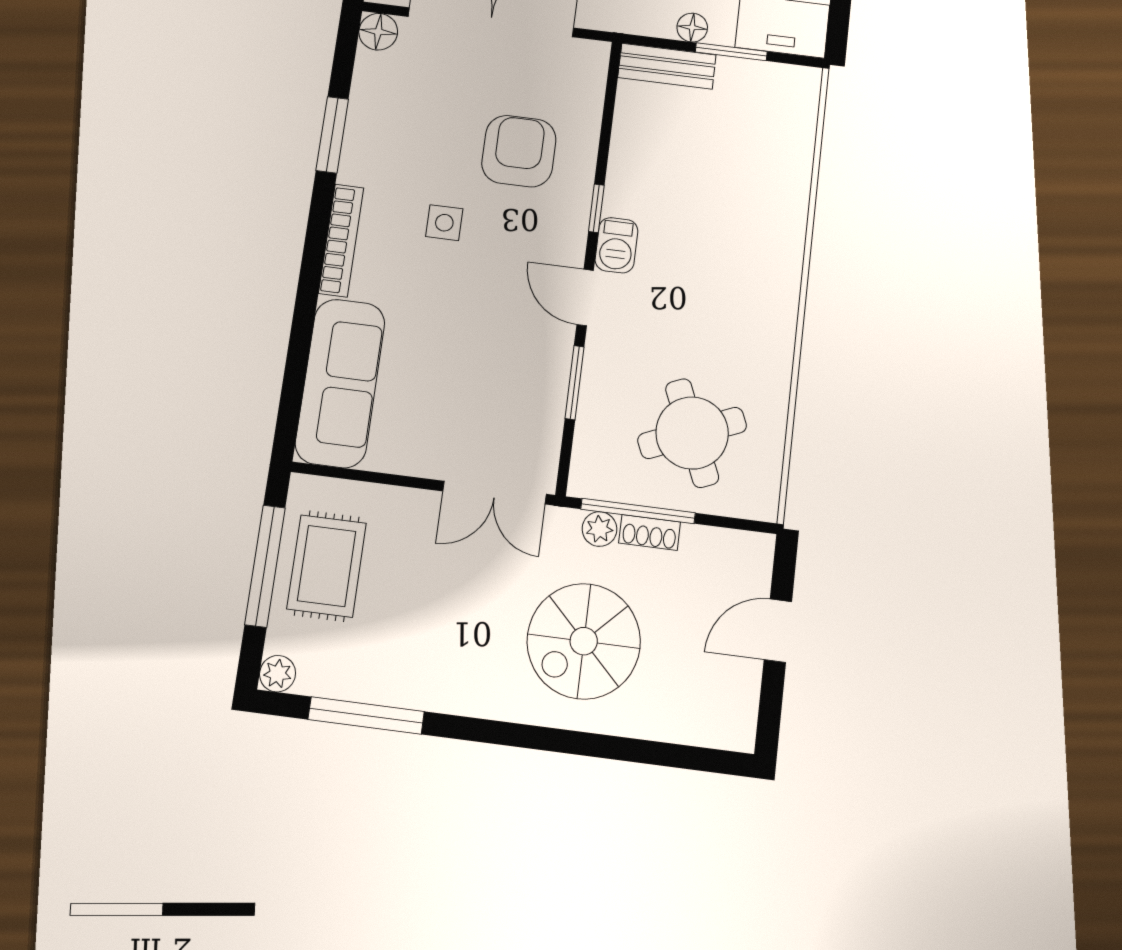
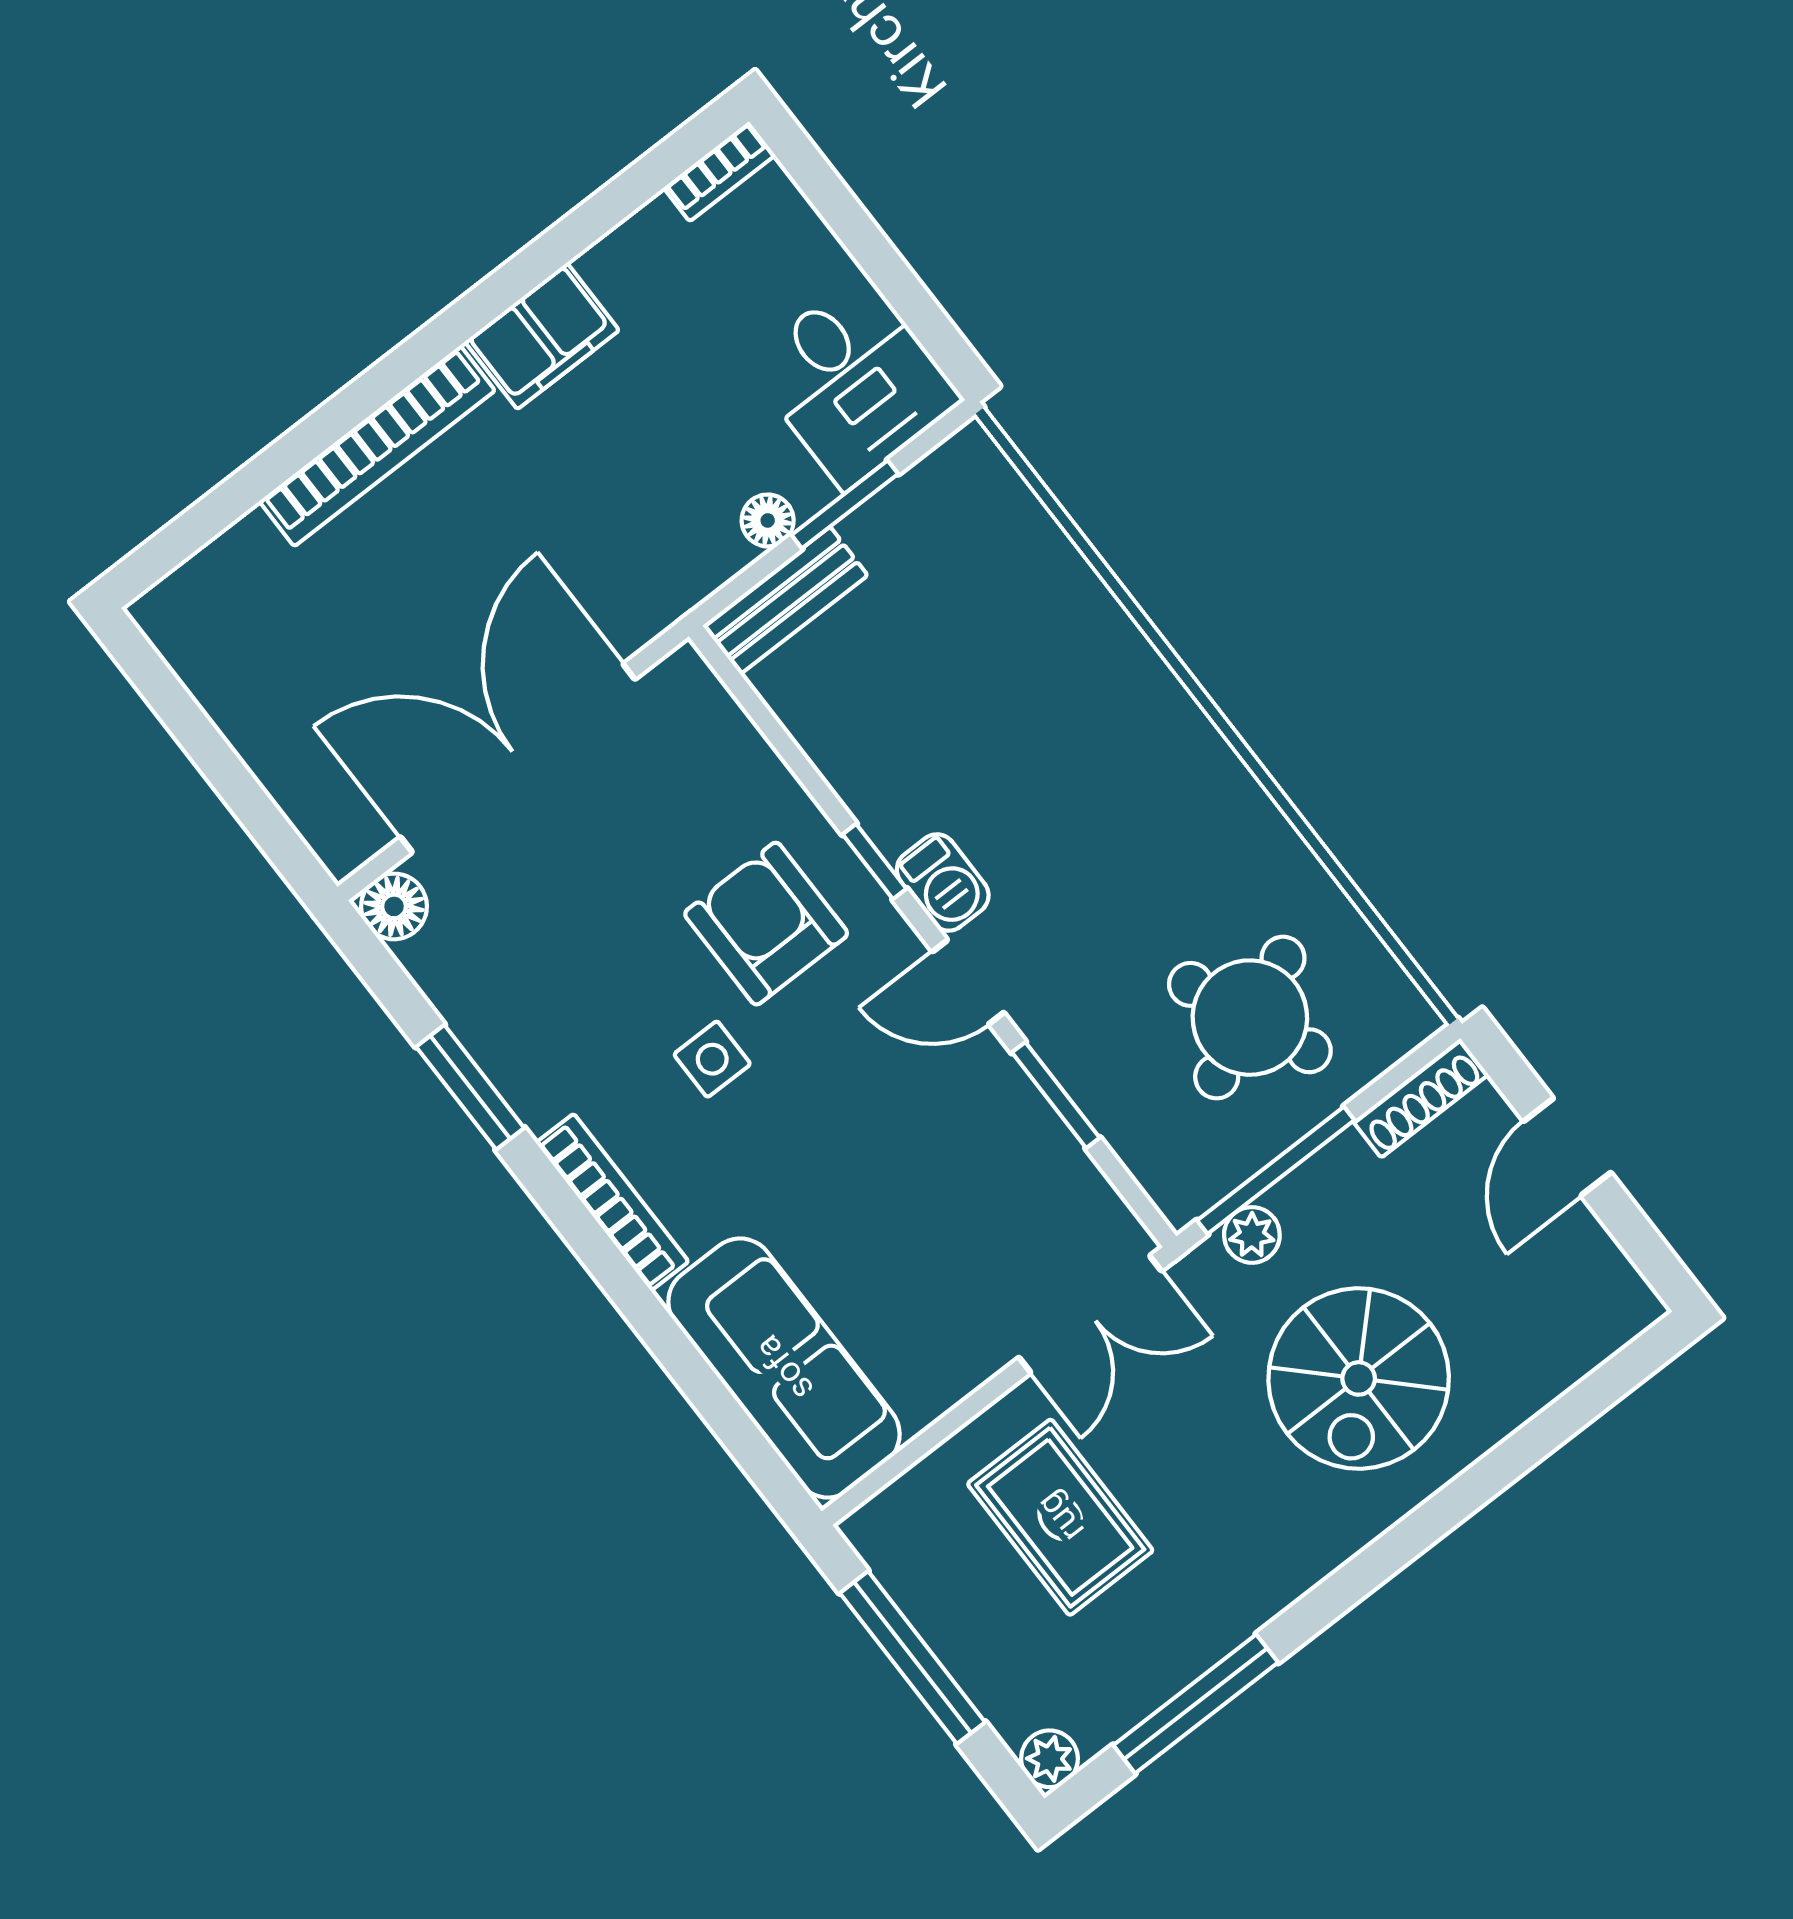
armchair: (519, 151) -> (766, 924), moved
shoe rack: (650, 532) -> (1421, 1098), moved, width x1.43
rug: (327, 566) -> (1060, 1517), moved

